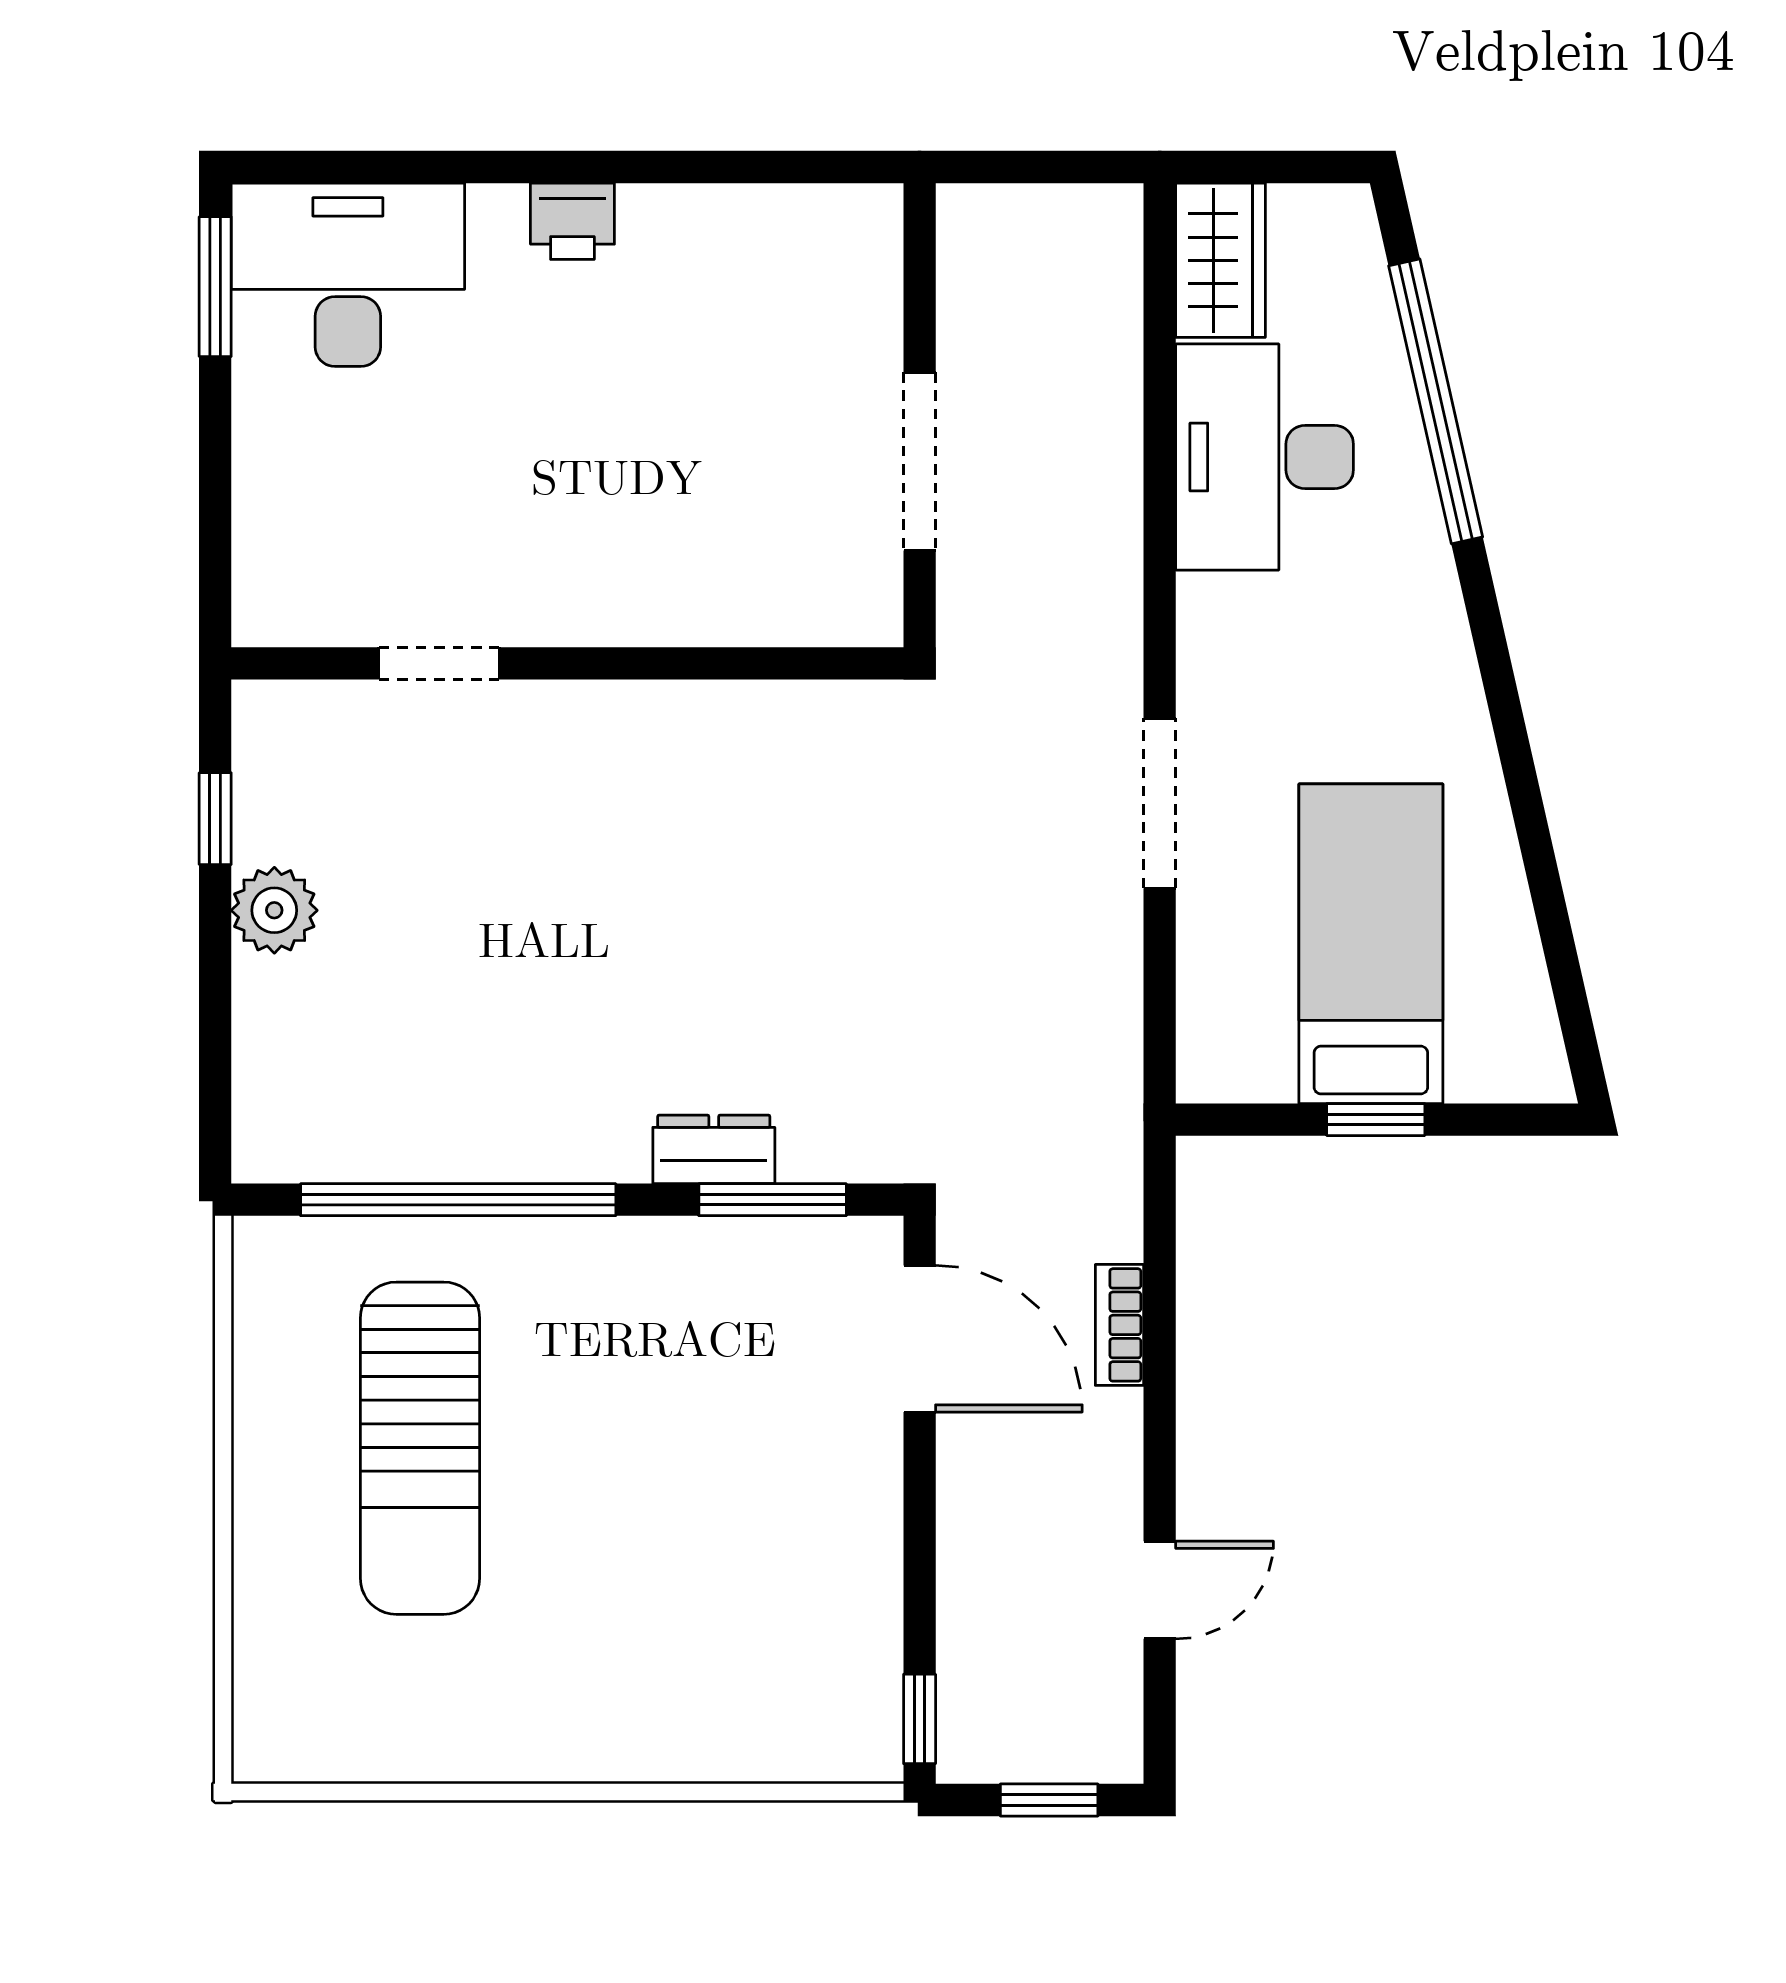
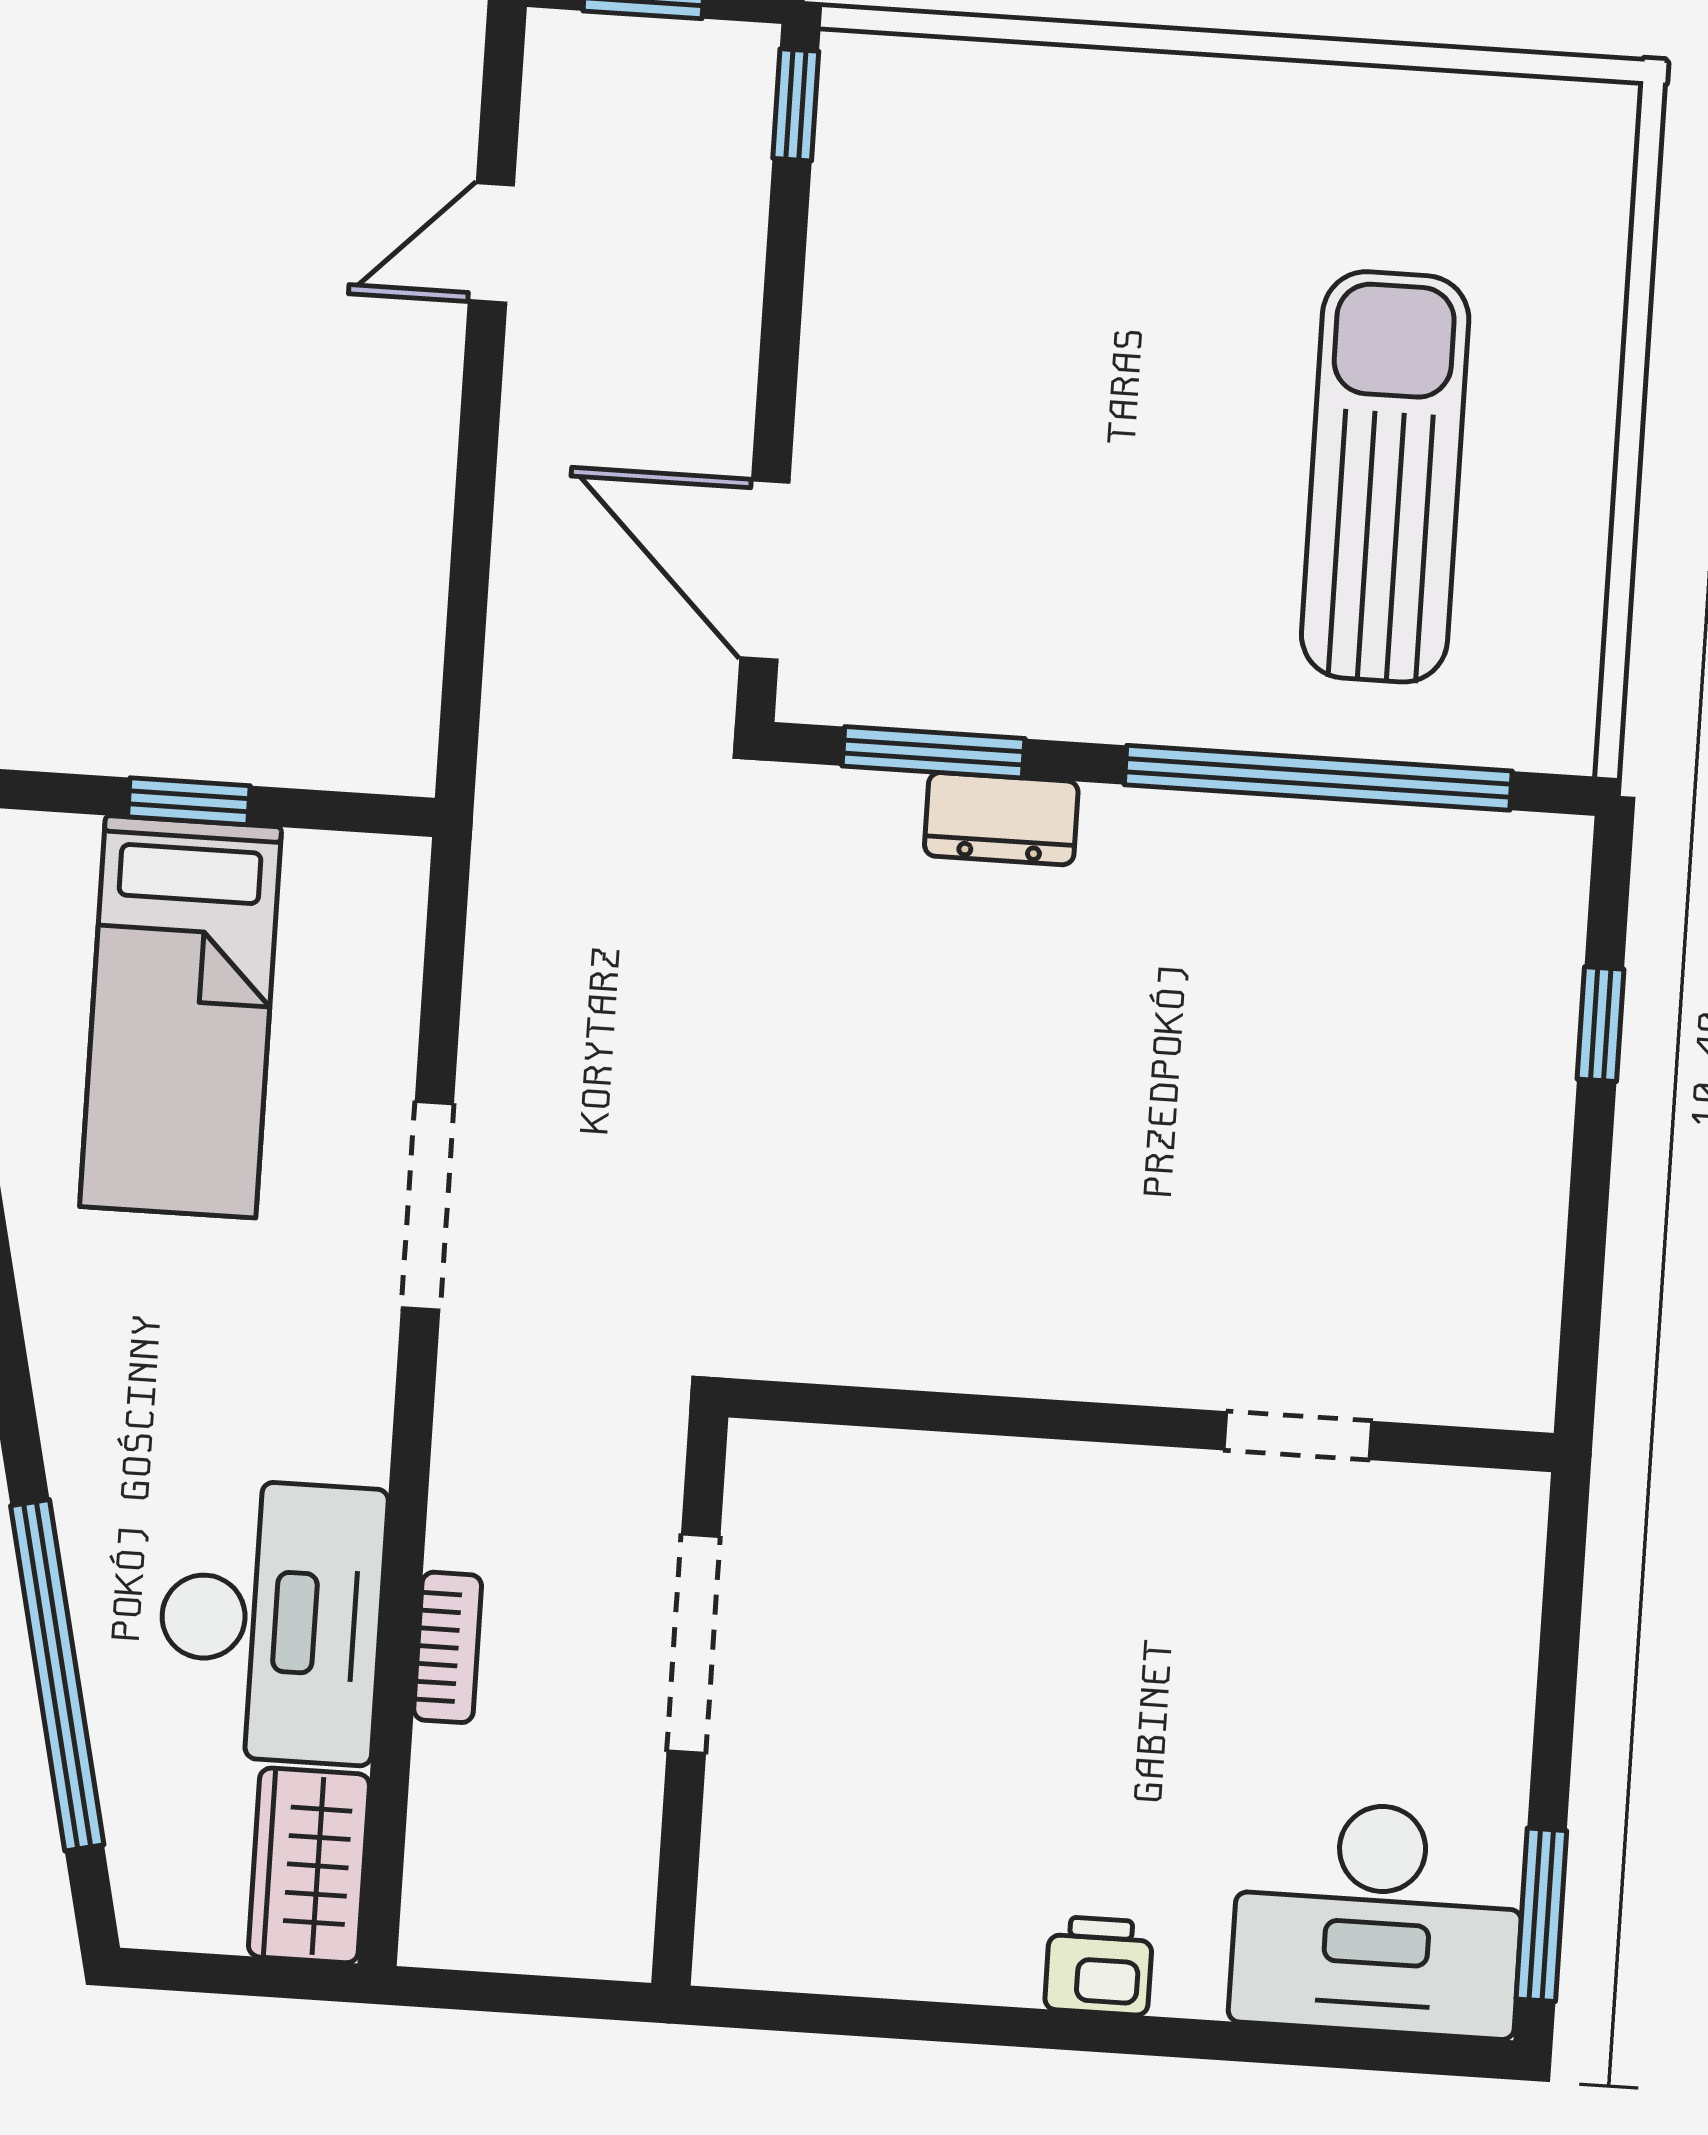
window: (215, 819) -> (1601, 1024), moved
plant: (274, 910) -> (1520, 1147), removed
bookcase: (1120, 1325) -> (448, 1647), moved

